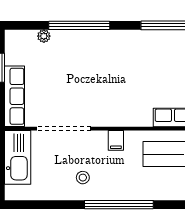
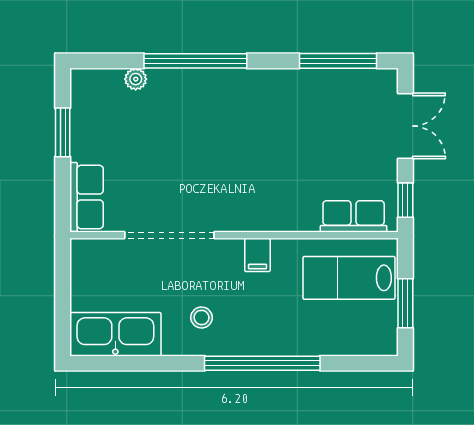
row of seats: (15, 96) -> (86, 197), width x0.68
kitchen sink: (18, 157) -> (115, 334), moved, turned -90

